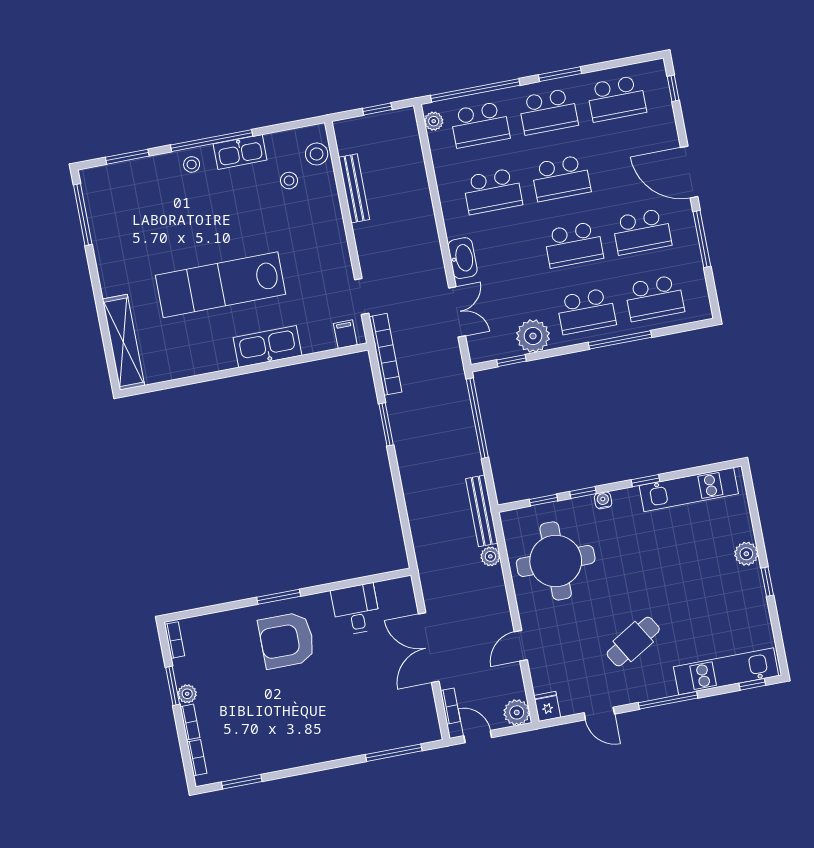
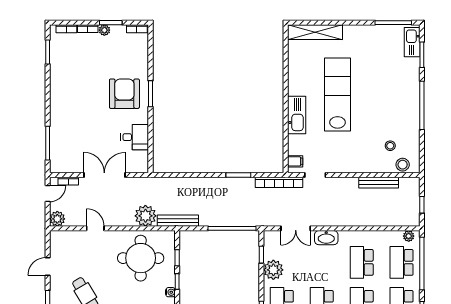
kitchen sink: (240, 152) -> (412, 42), moved
stool: (192, 164) -> (410, 91), removed
plant: (490, 556) -> (145, 216), width x1.87, depth x1.87
fridge: (547, 706) -> (57, 237), removed

